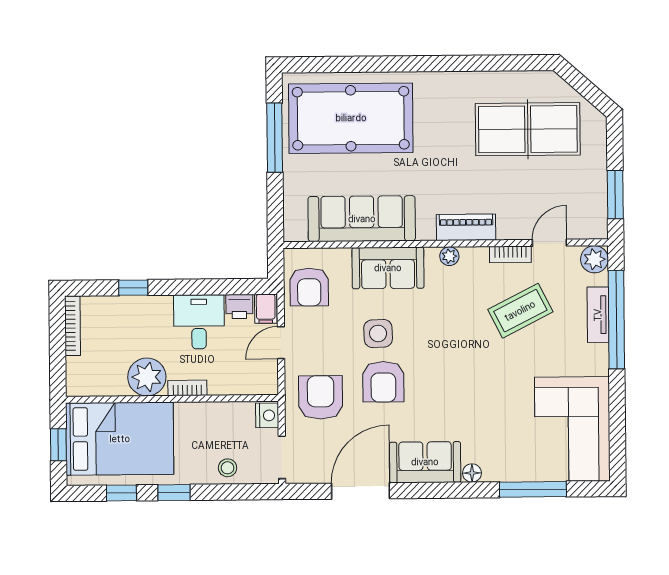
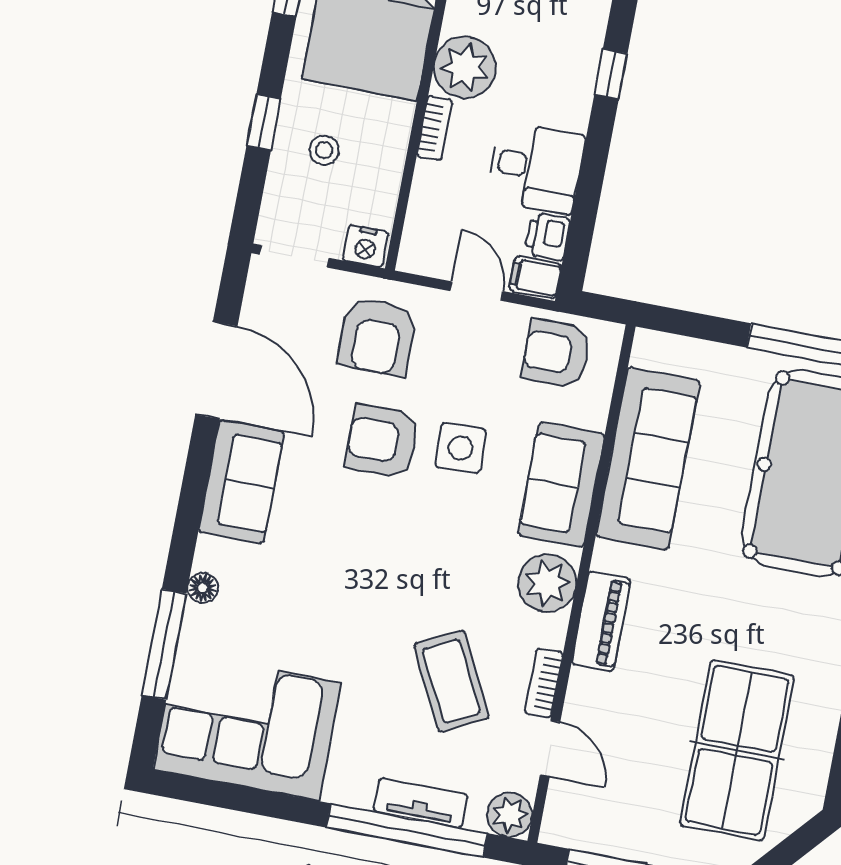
plant: (449, 256) -> (547, 583), width x1.88, depth x1.88
armchair: (321, 397) -> (377, 337), turned 90
stool: (228, 468) -> (324, 150), moved
floor lamp: (472, 473) -> (203, 588), moved
window: (174, 493) -> (264, 122), moved

